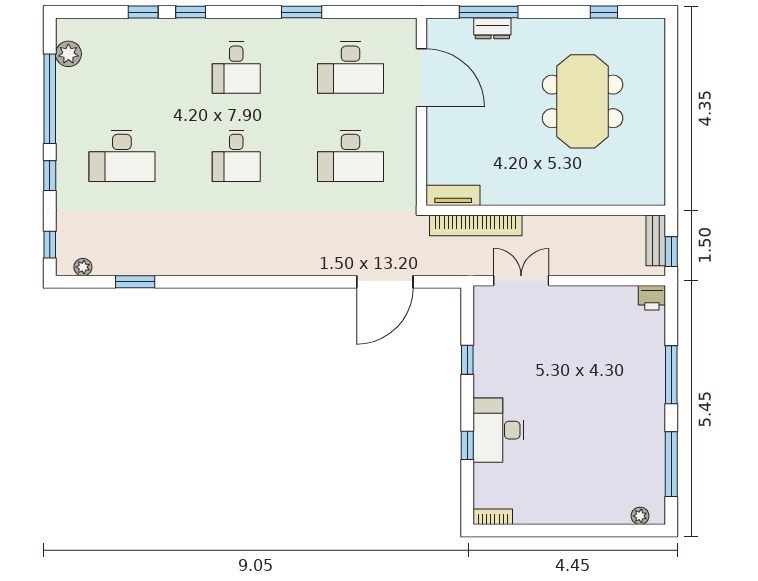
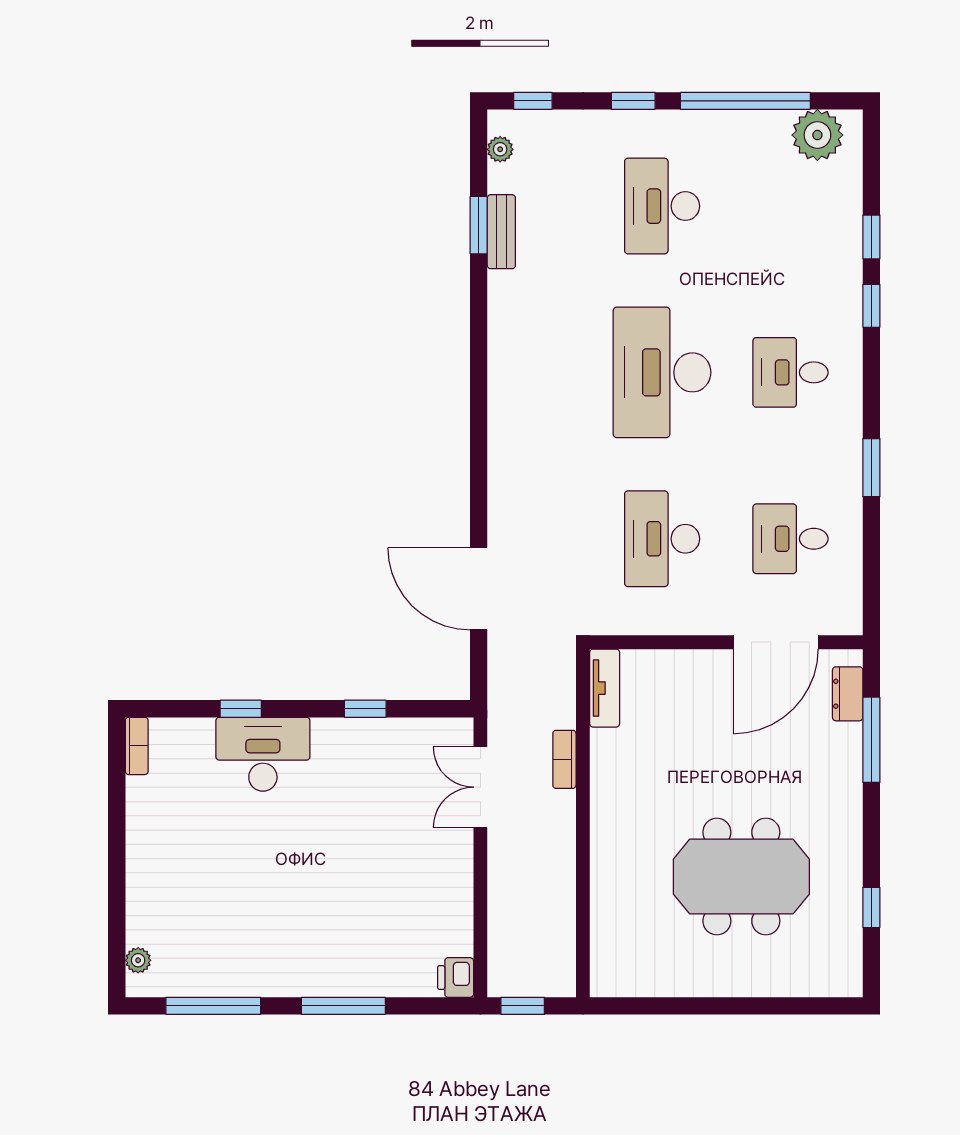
dresser: (492, 28) -> (848, 694), moved
plant: (68, 54) -> (817, 135), width x1.36, depth x1.36
desk: (350, 68) -> (790, 539), width x0.73
desk: (236, 156) -> (662, 372), width x1.87, depth x1.30
bookcase: (476, 225) -> (564, 759), width x0.43, depth x0.76
bench: (656, 240) -> (501, 232), moved, turned 90
double door: (521, 281) -> (480, 787), swing flipped

